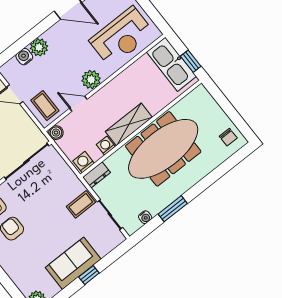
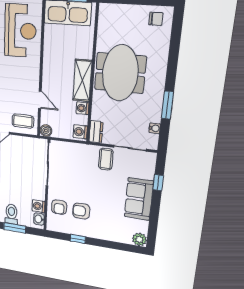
plant: (91, 80) -> (31, 77), removed
door: (78, 104) -> (40, 100), swing flipped
meeting table: (163, 149) -> (120, 73), width x0.73
window: (89, 275) -> (158, 183), moved

